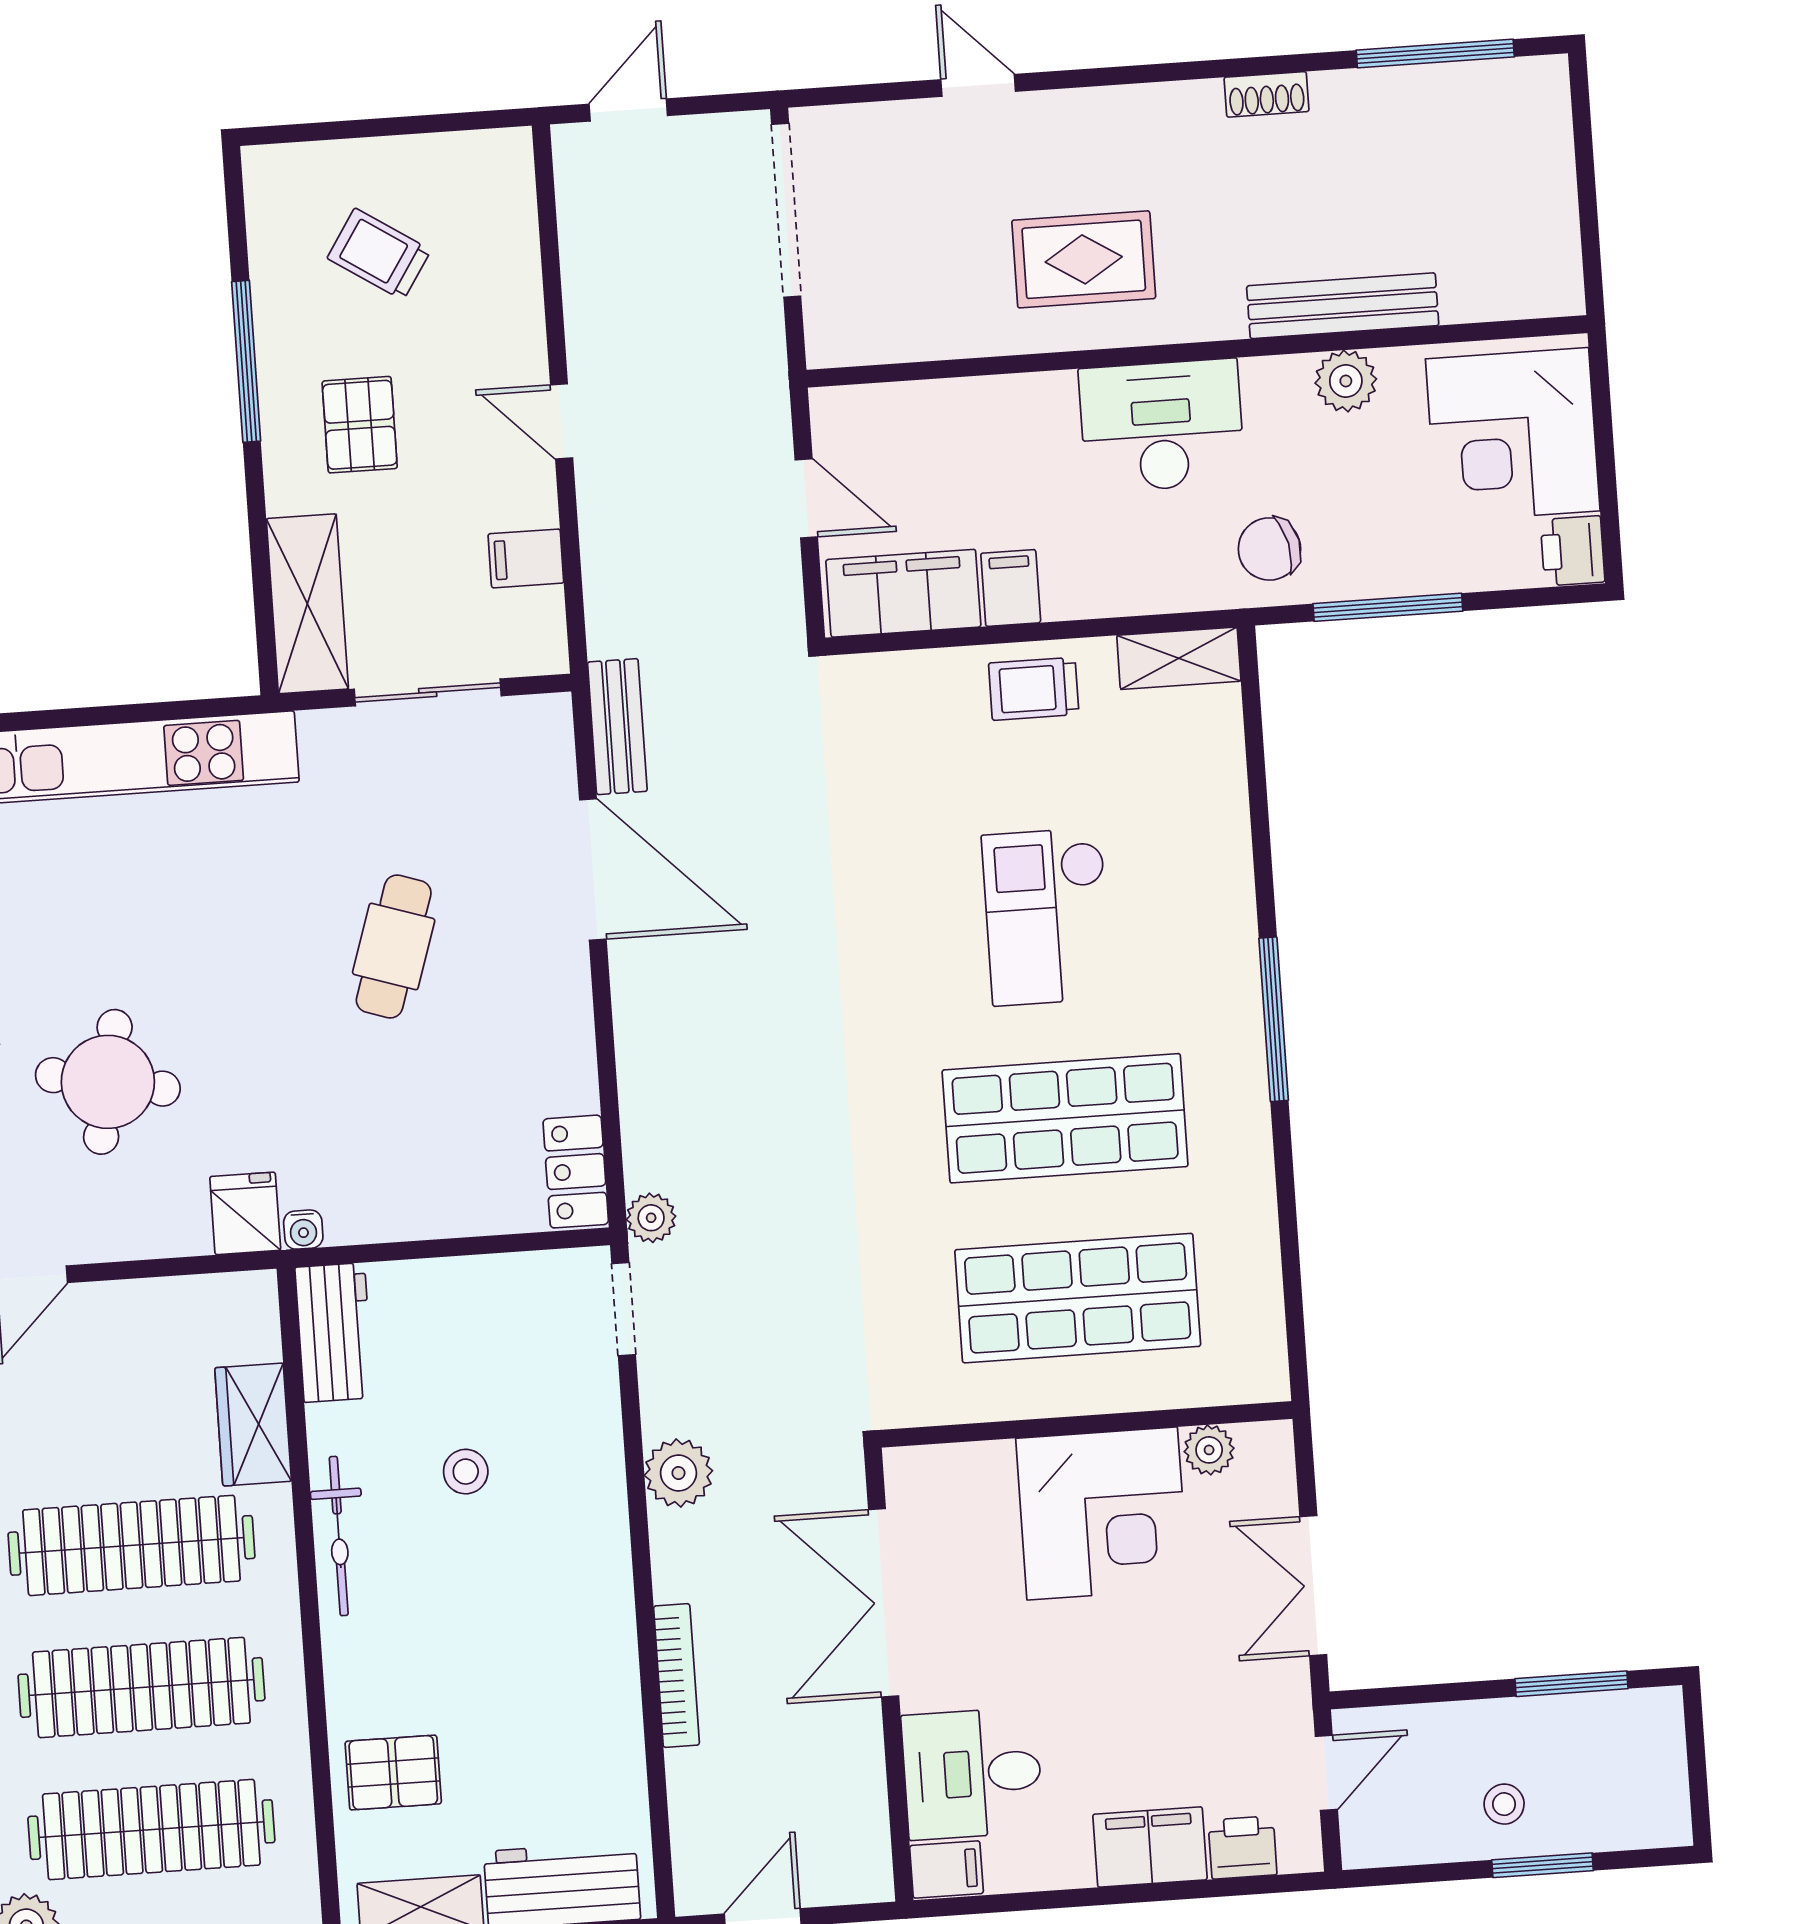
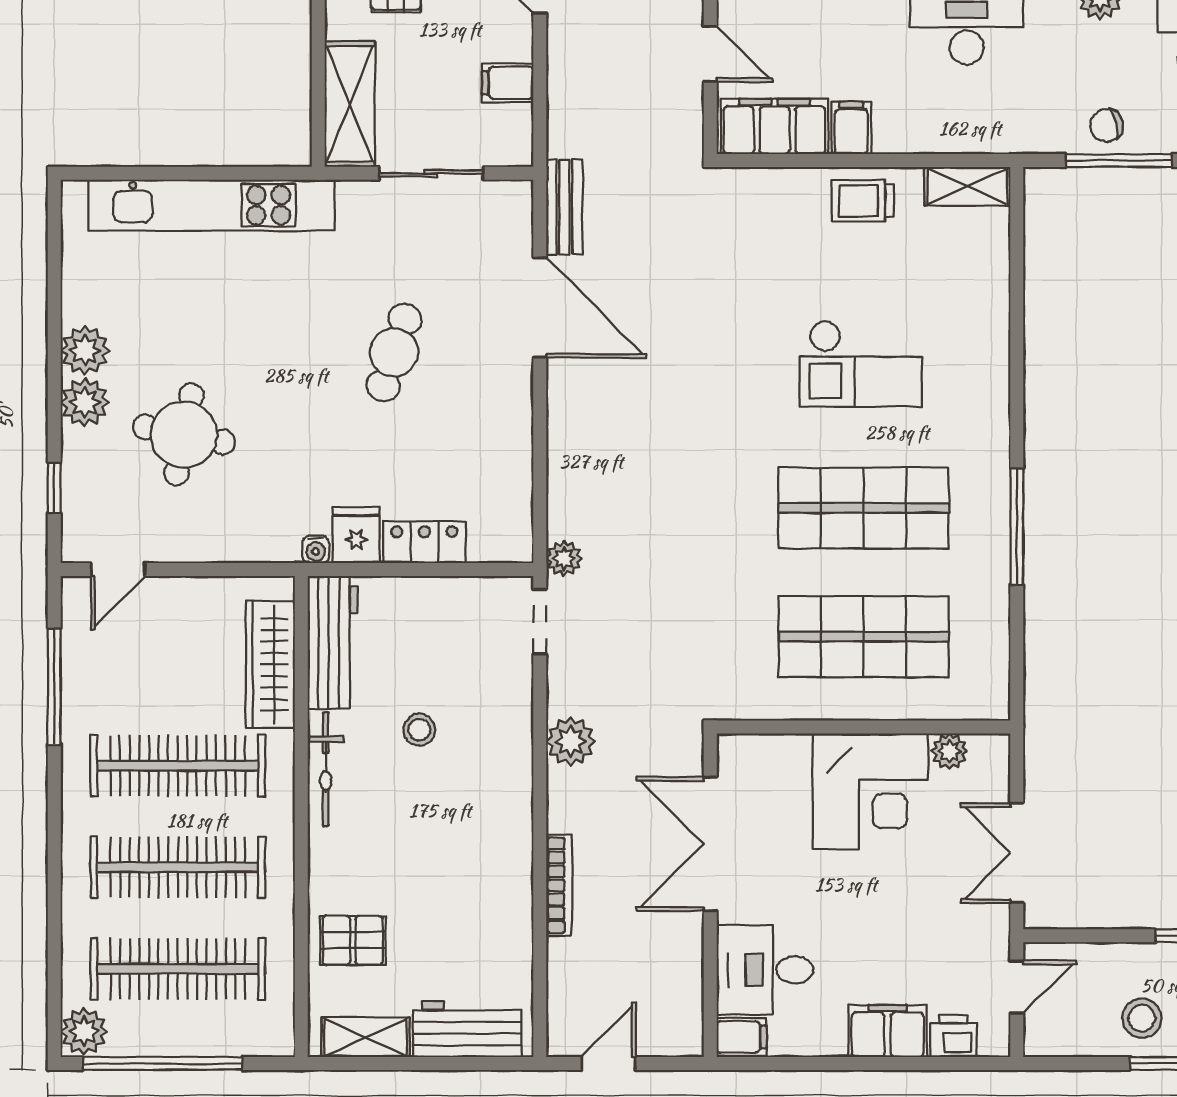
chair: (1269, 549) -> (1107, 125), moved, width x0.73, depth x0.73
checkout: (1047, 917) -> (861, 364), turned -90
window: (1274, 1019) -> (1017, 527), moved
locker: (576, 1172) -> (424, 542), moved, turned 90
fridge: (245, 1213) -> (356, 535), moved
workbench: (334, 1333) -> (333, 642), width x1.38
wardrobe: (253, 1425) -> (270, 664), width x1.50
stool: (1504, 1804) -> (1142, 1018), width x1.37, depth x1.37

